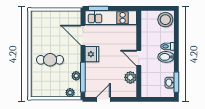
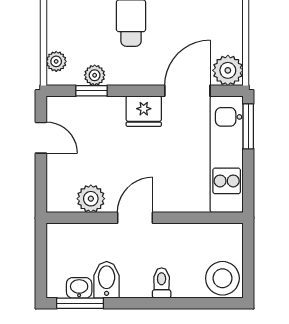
plant: (74, 17) -> (228, 70), added
bidet: (166, 57) -> (107, 280), moved
window: (83, 77) -> (92, 91), width x0.46

